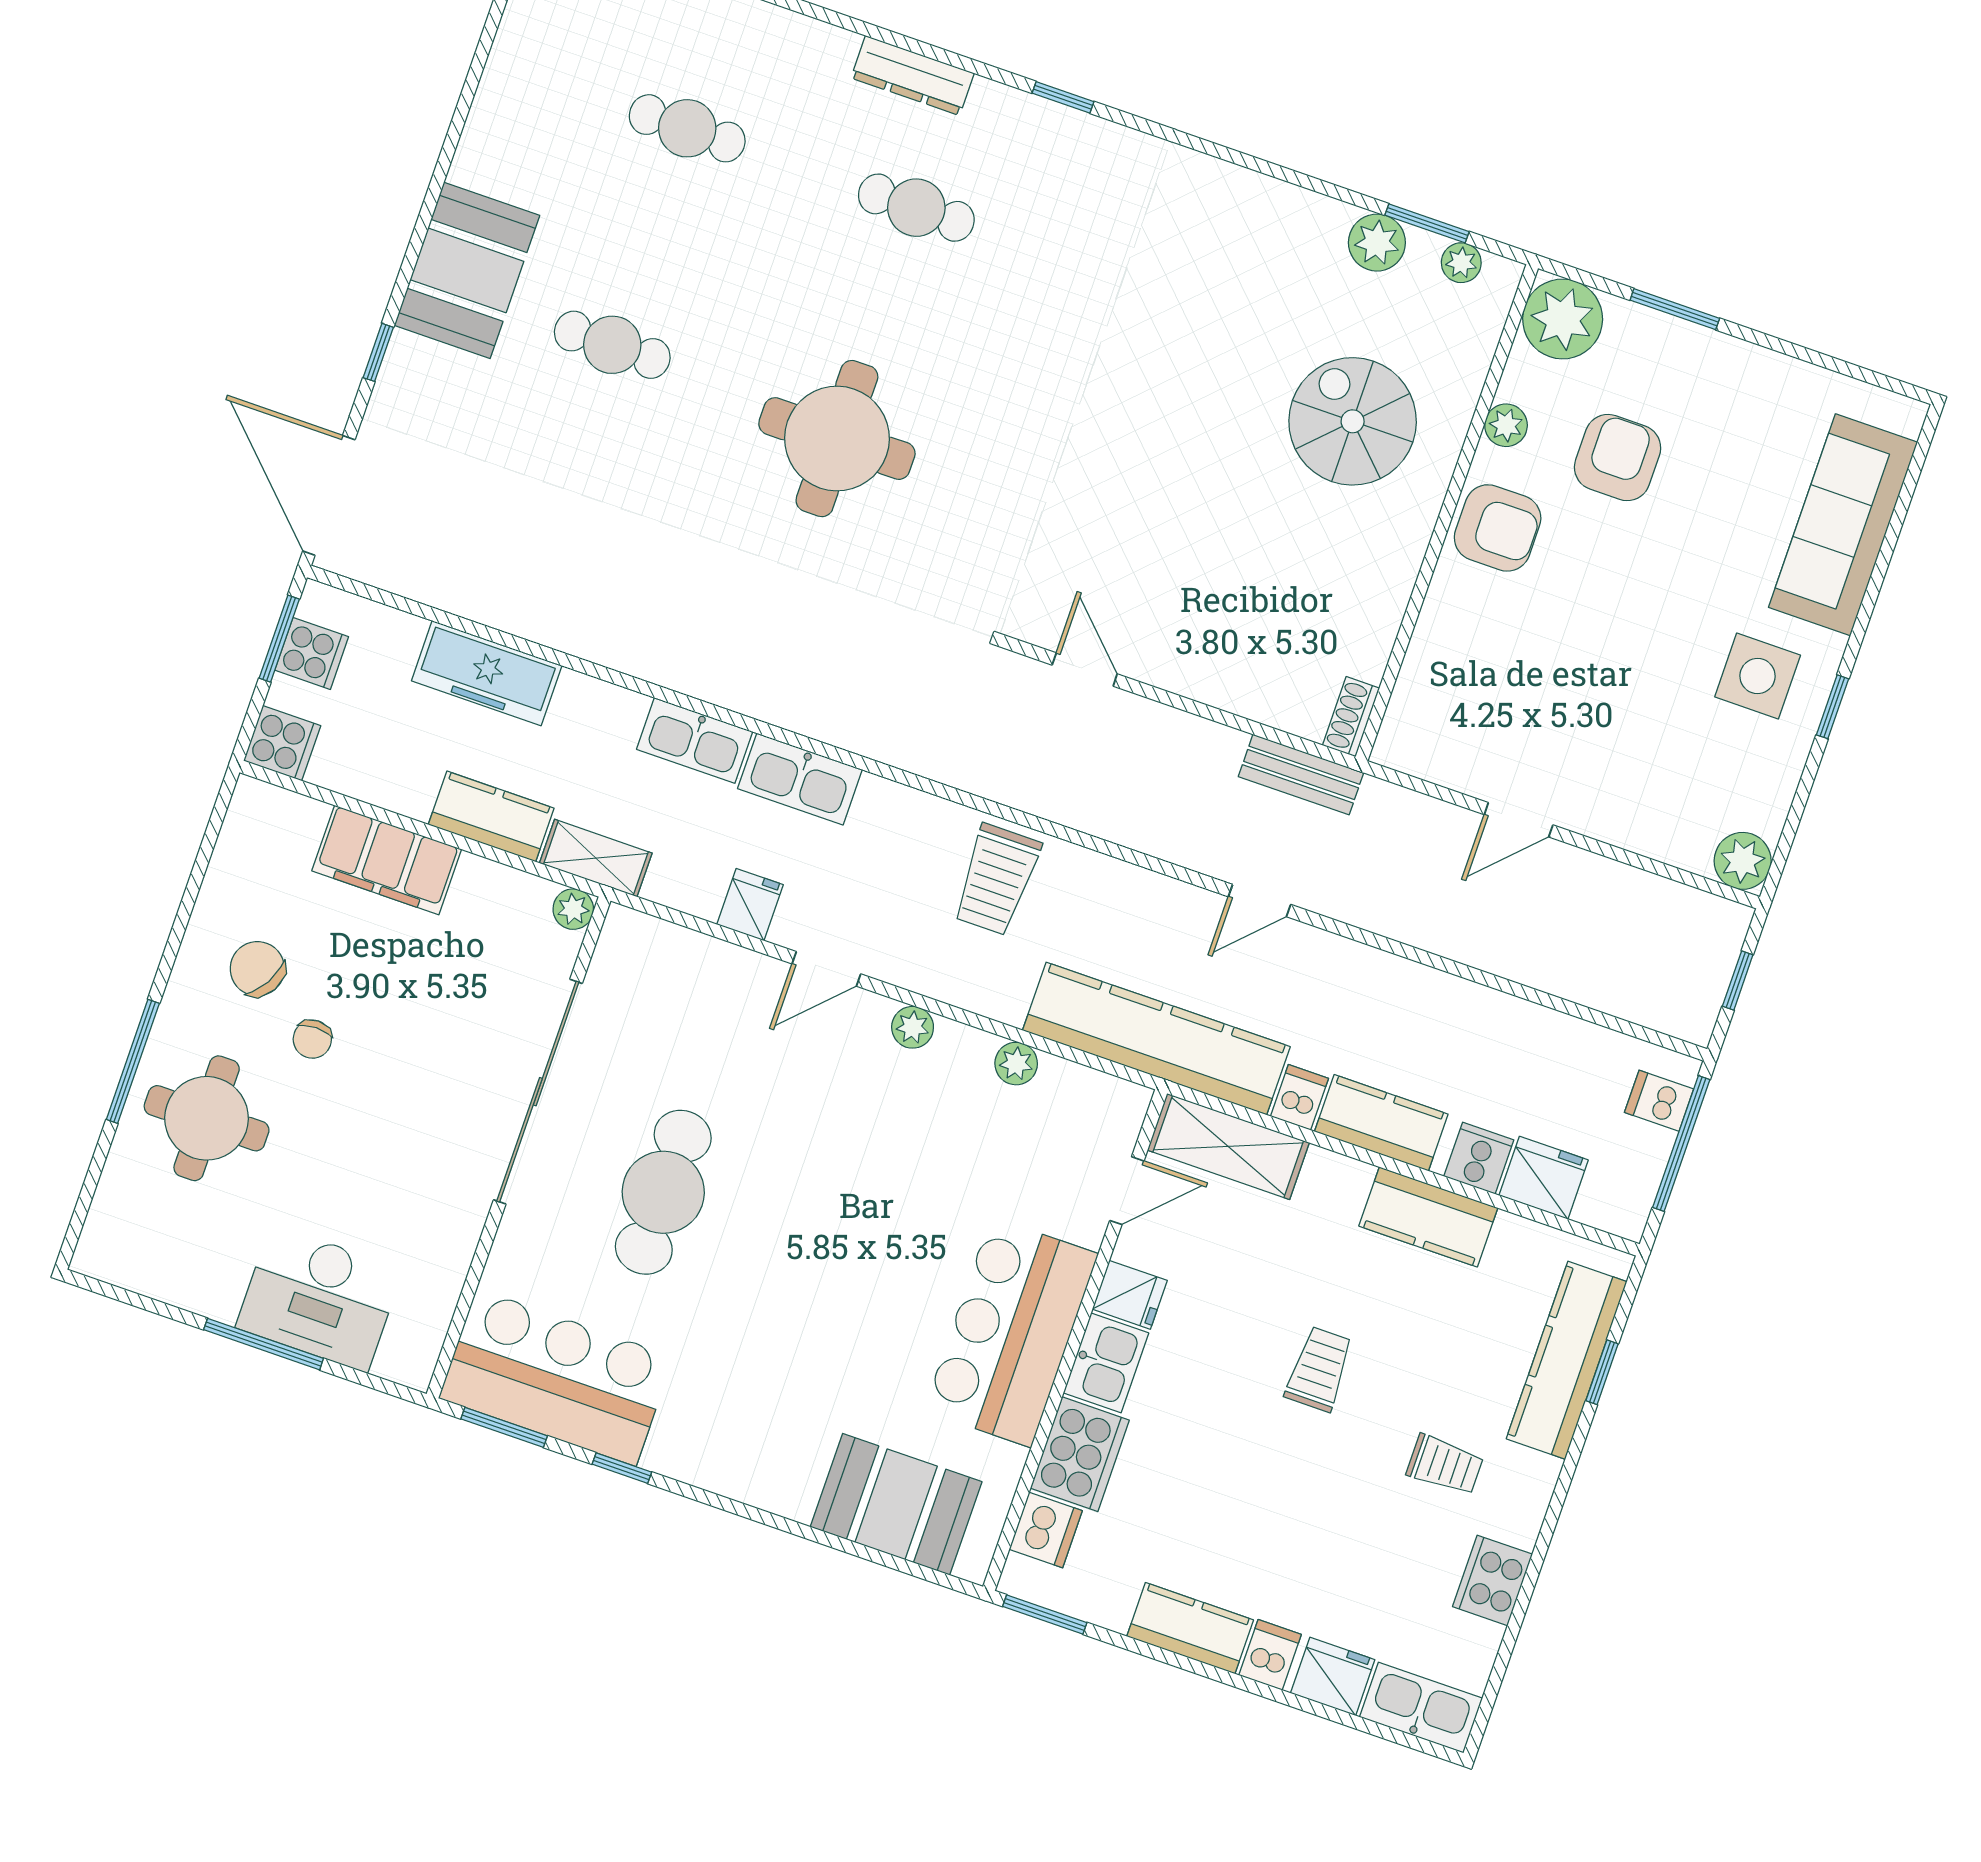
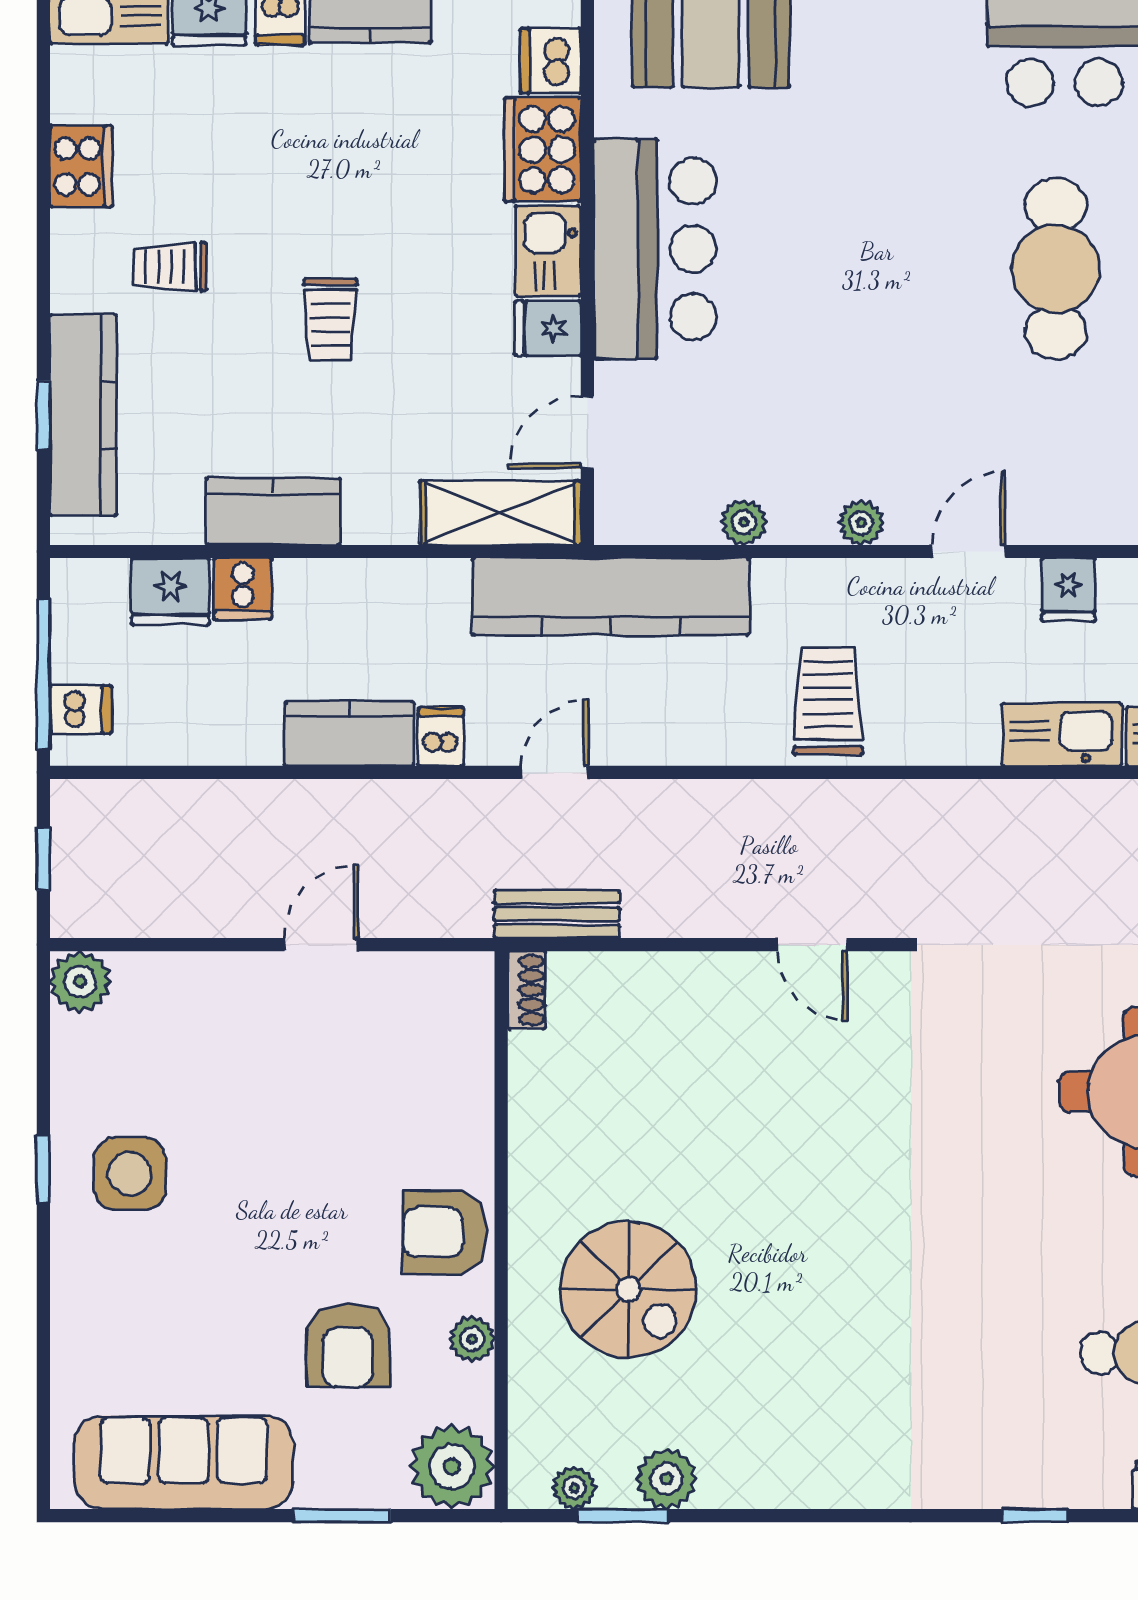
sofa: (1843, 525) -> (184, 1463), moved, turned -90
dishwasher: (1299, 1097) -> (441, 737), moved, turned 180
kitchen counter: (1381, 1123) -> (349, 734), moved, turned 180

